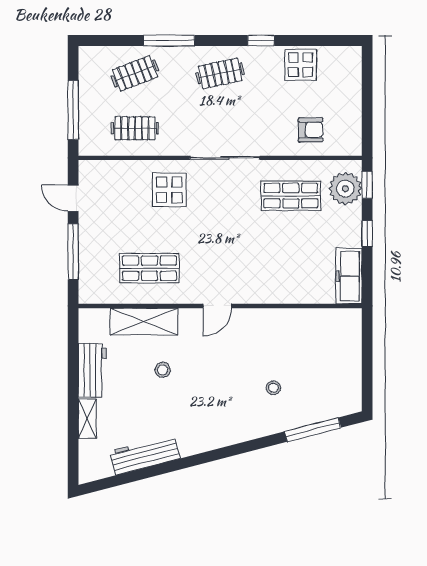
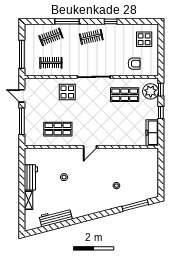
display table: (301, 65) -> (144, 39), moved
shelving: (144, 321) -> (55, 154), removed

